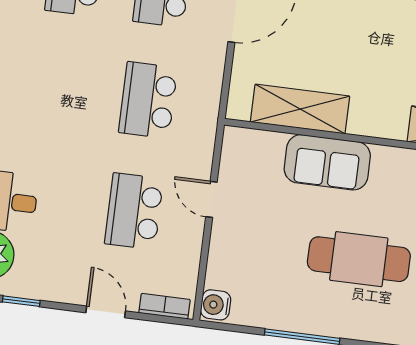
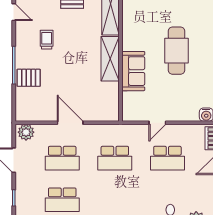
shelving: (300, 109) -> (110, 59), moved

